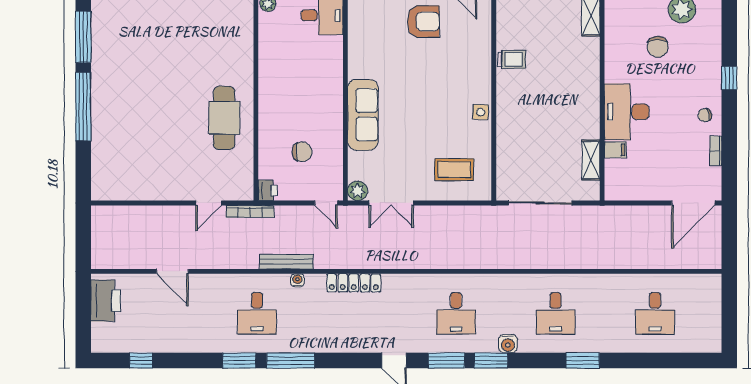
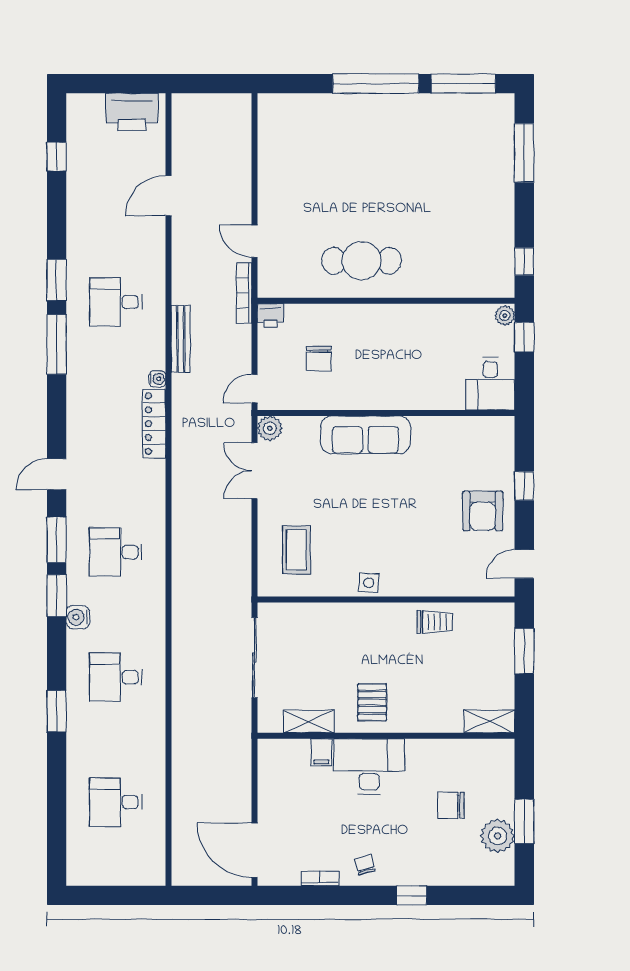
trolley: (512, 59) -> (435, 622), turned -90
pallet: (576, 109) -> (372, 702), added
water cooler: (297, 280) -> (157, 379), moved

